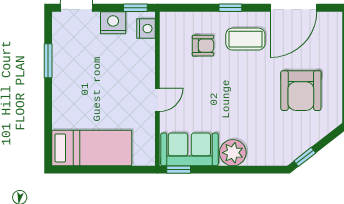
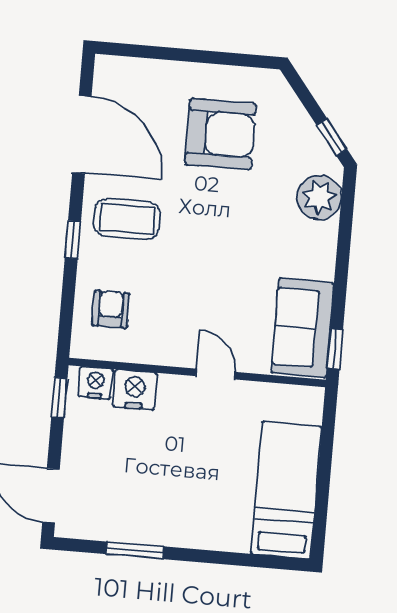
nightstand: (113, 23) -> (135, 390), moved, turned 90
coffee table: (245, 39) -> (127, 219), turned 90
armchair: (203, 46) -> (111, 309), moved
plant: (233, 153) -> (319, 197), moved

